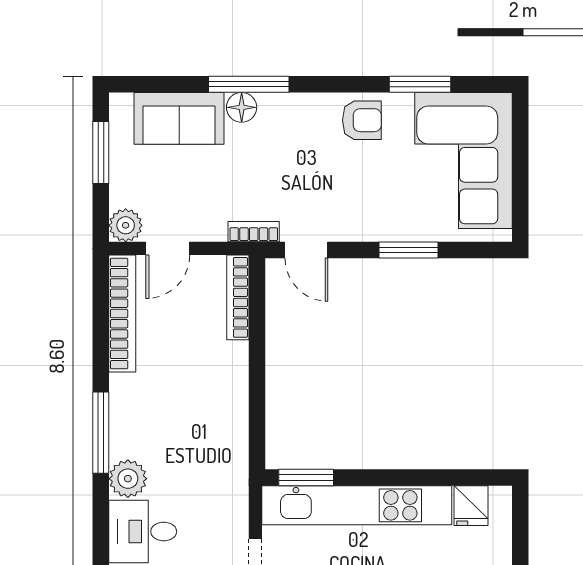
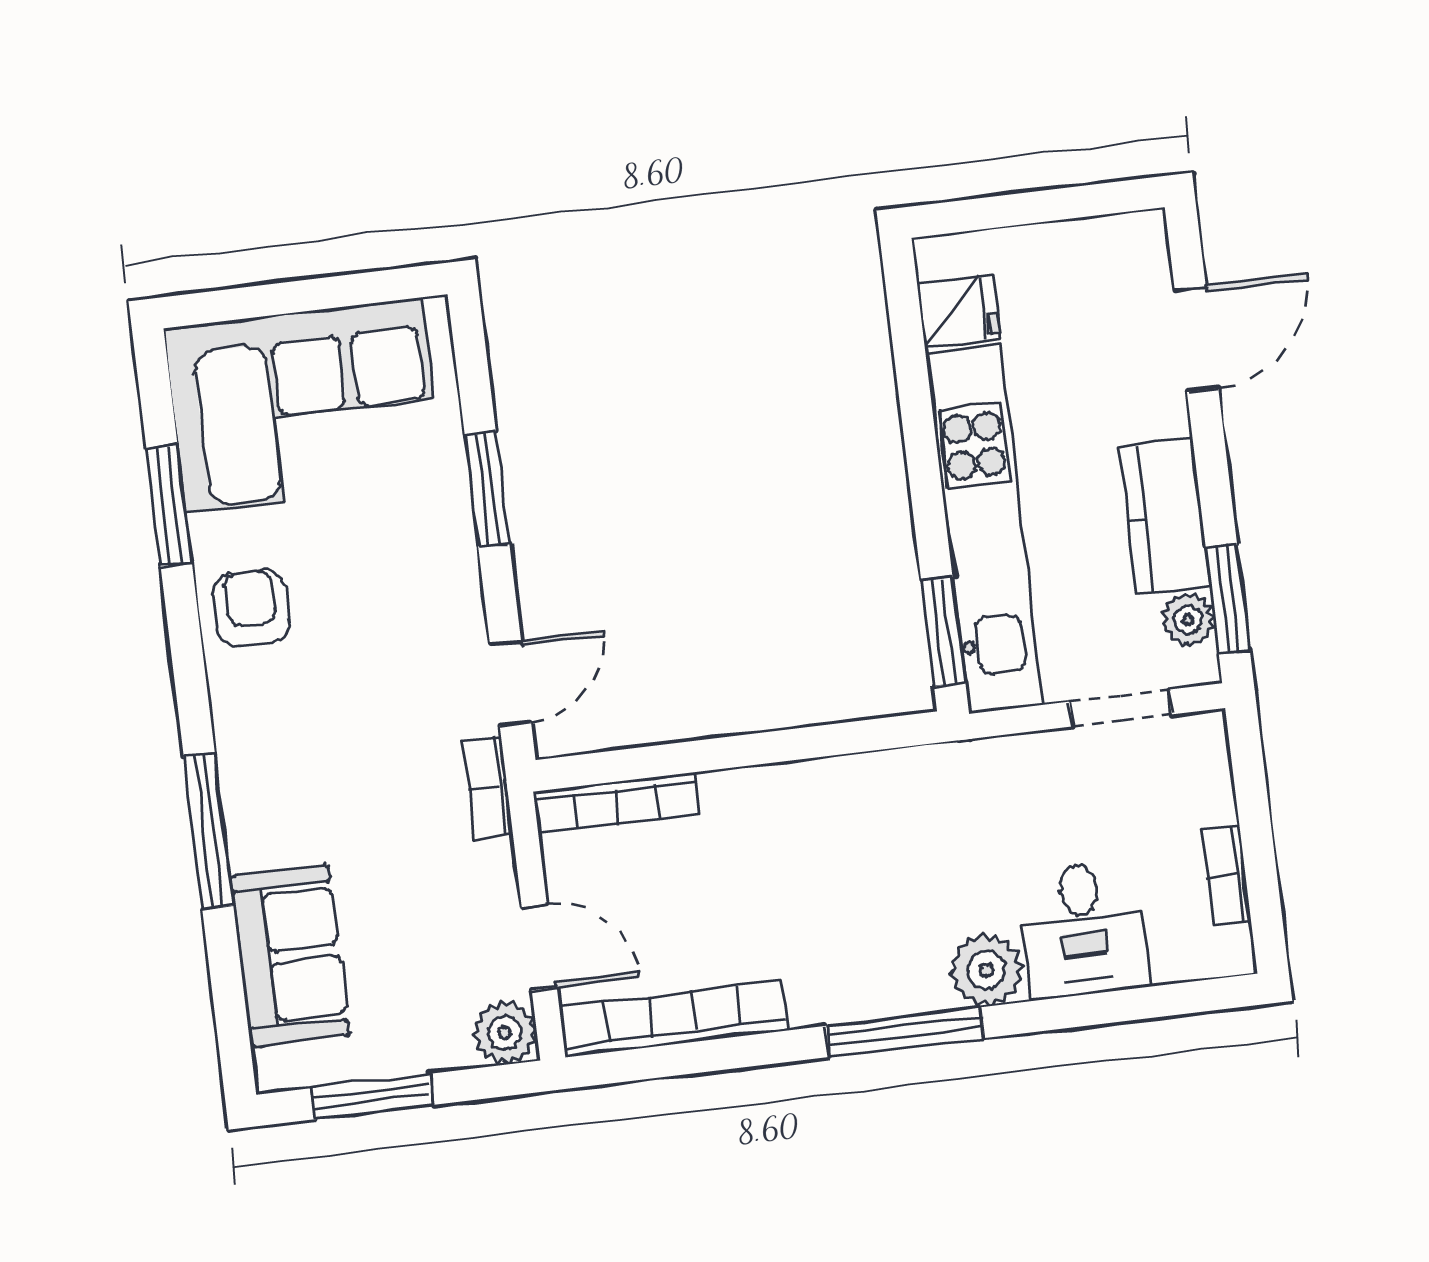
floor lamp: (242, 107) -> (254, 839), removed

